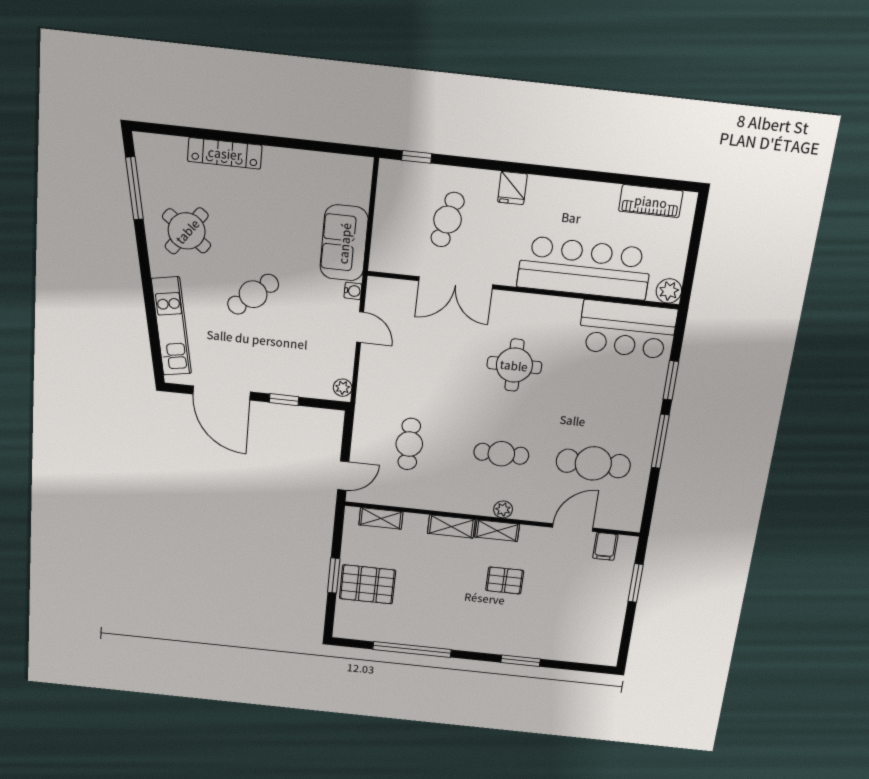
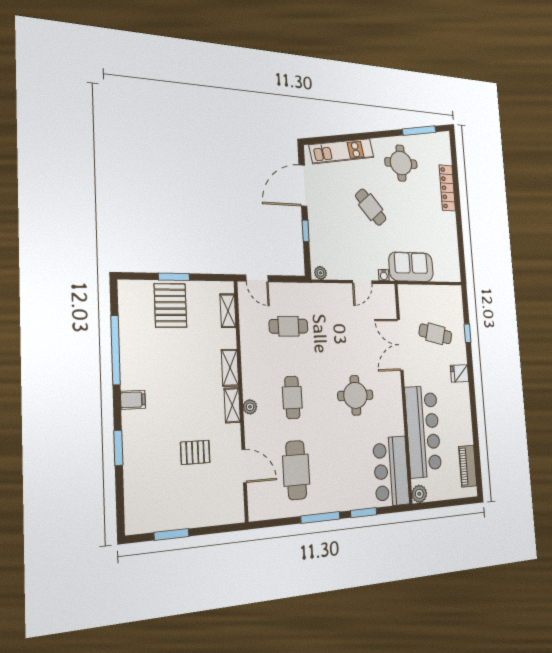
window: (417, 157) -> (467, 333), moved
round table: (187, 231) -> (401, 163), turned -37
filing cabinet: (605, 546) -> (133, 400), moved, turned 180
pallet: (505, 580) -> (195, 452), moved, turned 90
window: (636, 583) -> (172, 534), moved

